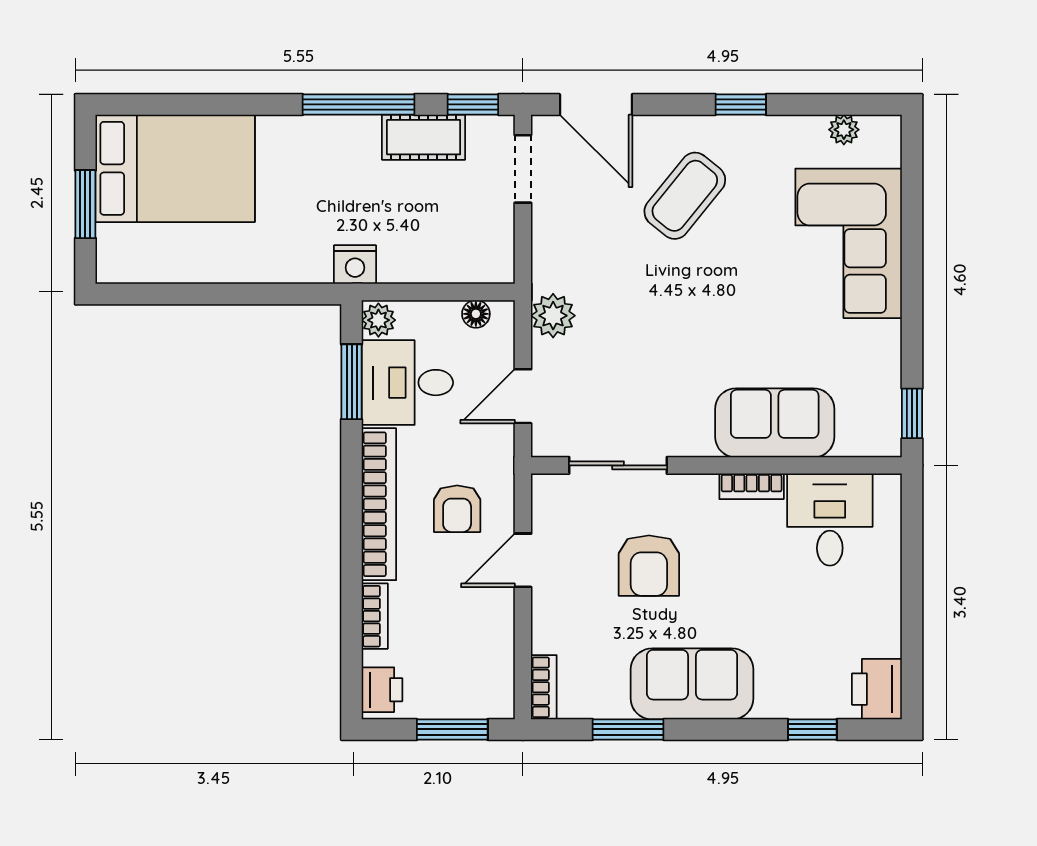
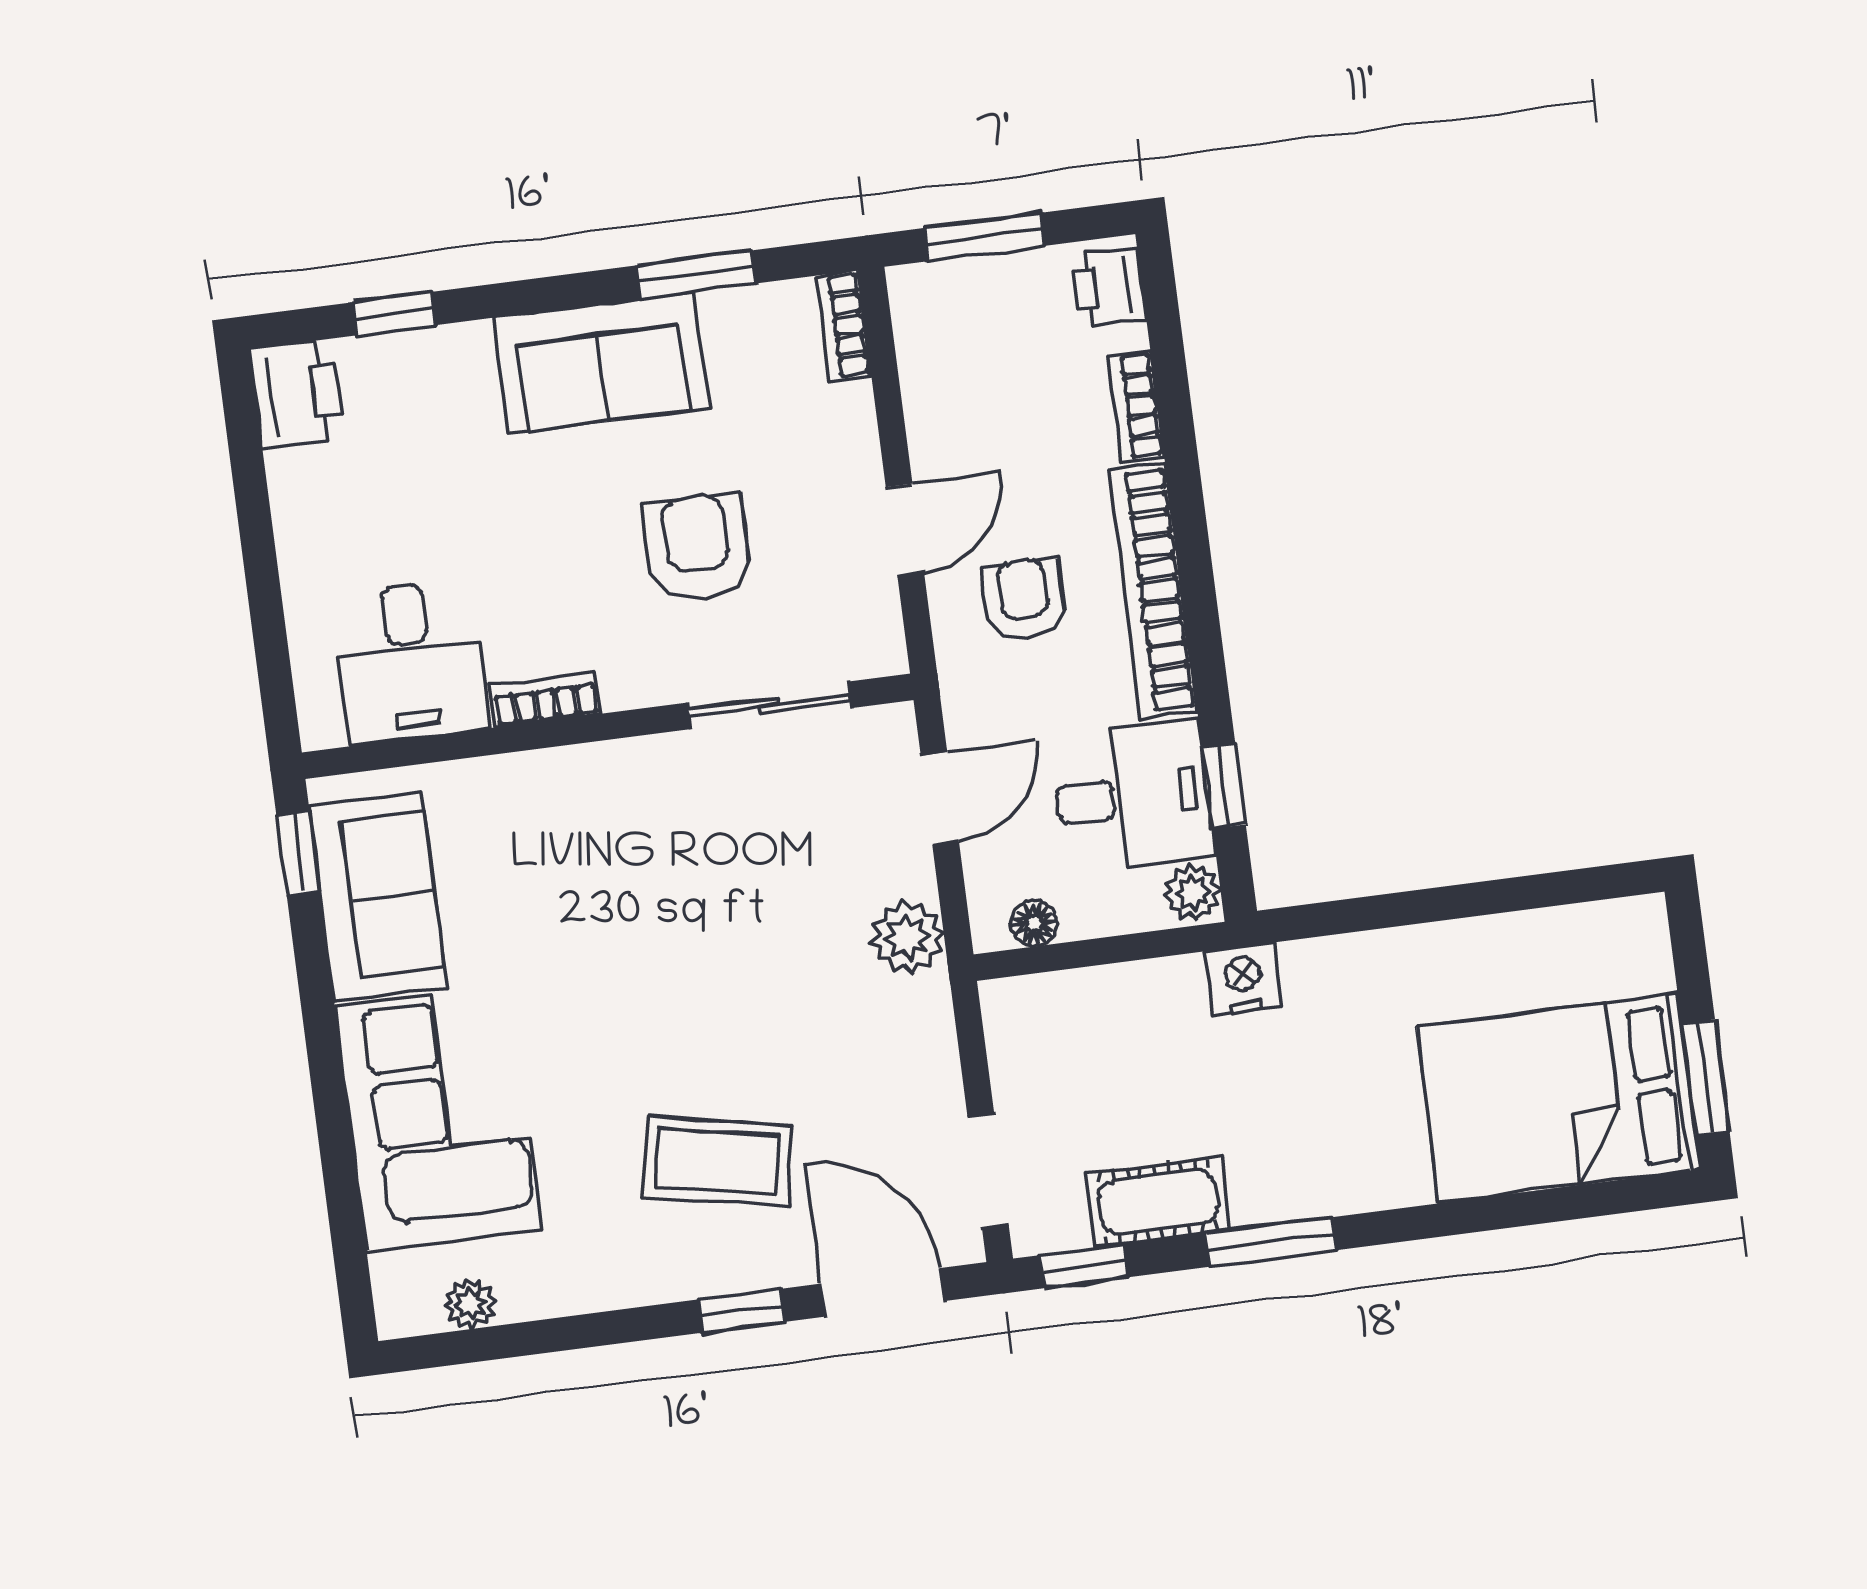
window: (359, 104) -> (1272, 1242), width x0.69
window: (741, 104) -> (742, 1311), moved
coffee table: (685, 196) -> (717, 1162), turned 62
window: (85, 204) -> (1705, 1077), moved
window: (352, 382) -> (1224, 786), width x0.67
sofa: (775, 423) -> (378, 897), moved, turned -90

